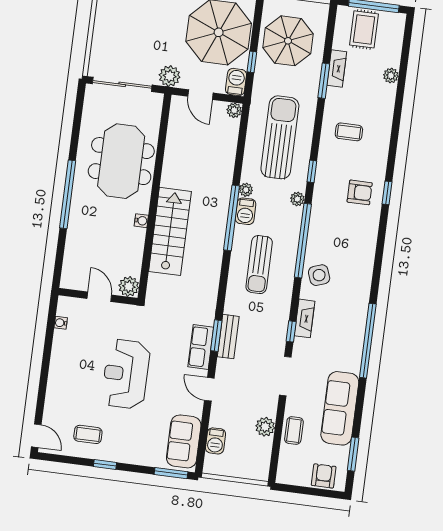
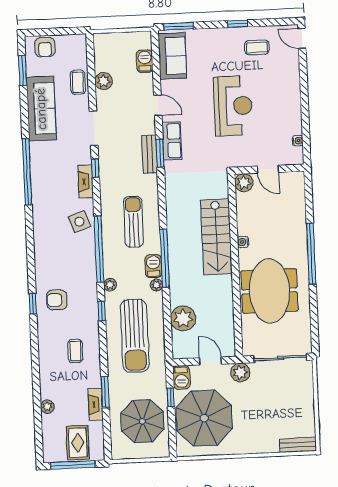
plant: (234, 110) -> (183, 318), moved, width x1.87, depth x1.87
coffee table: (349, 132) -> (75, 351), turned 90

